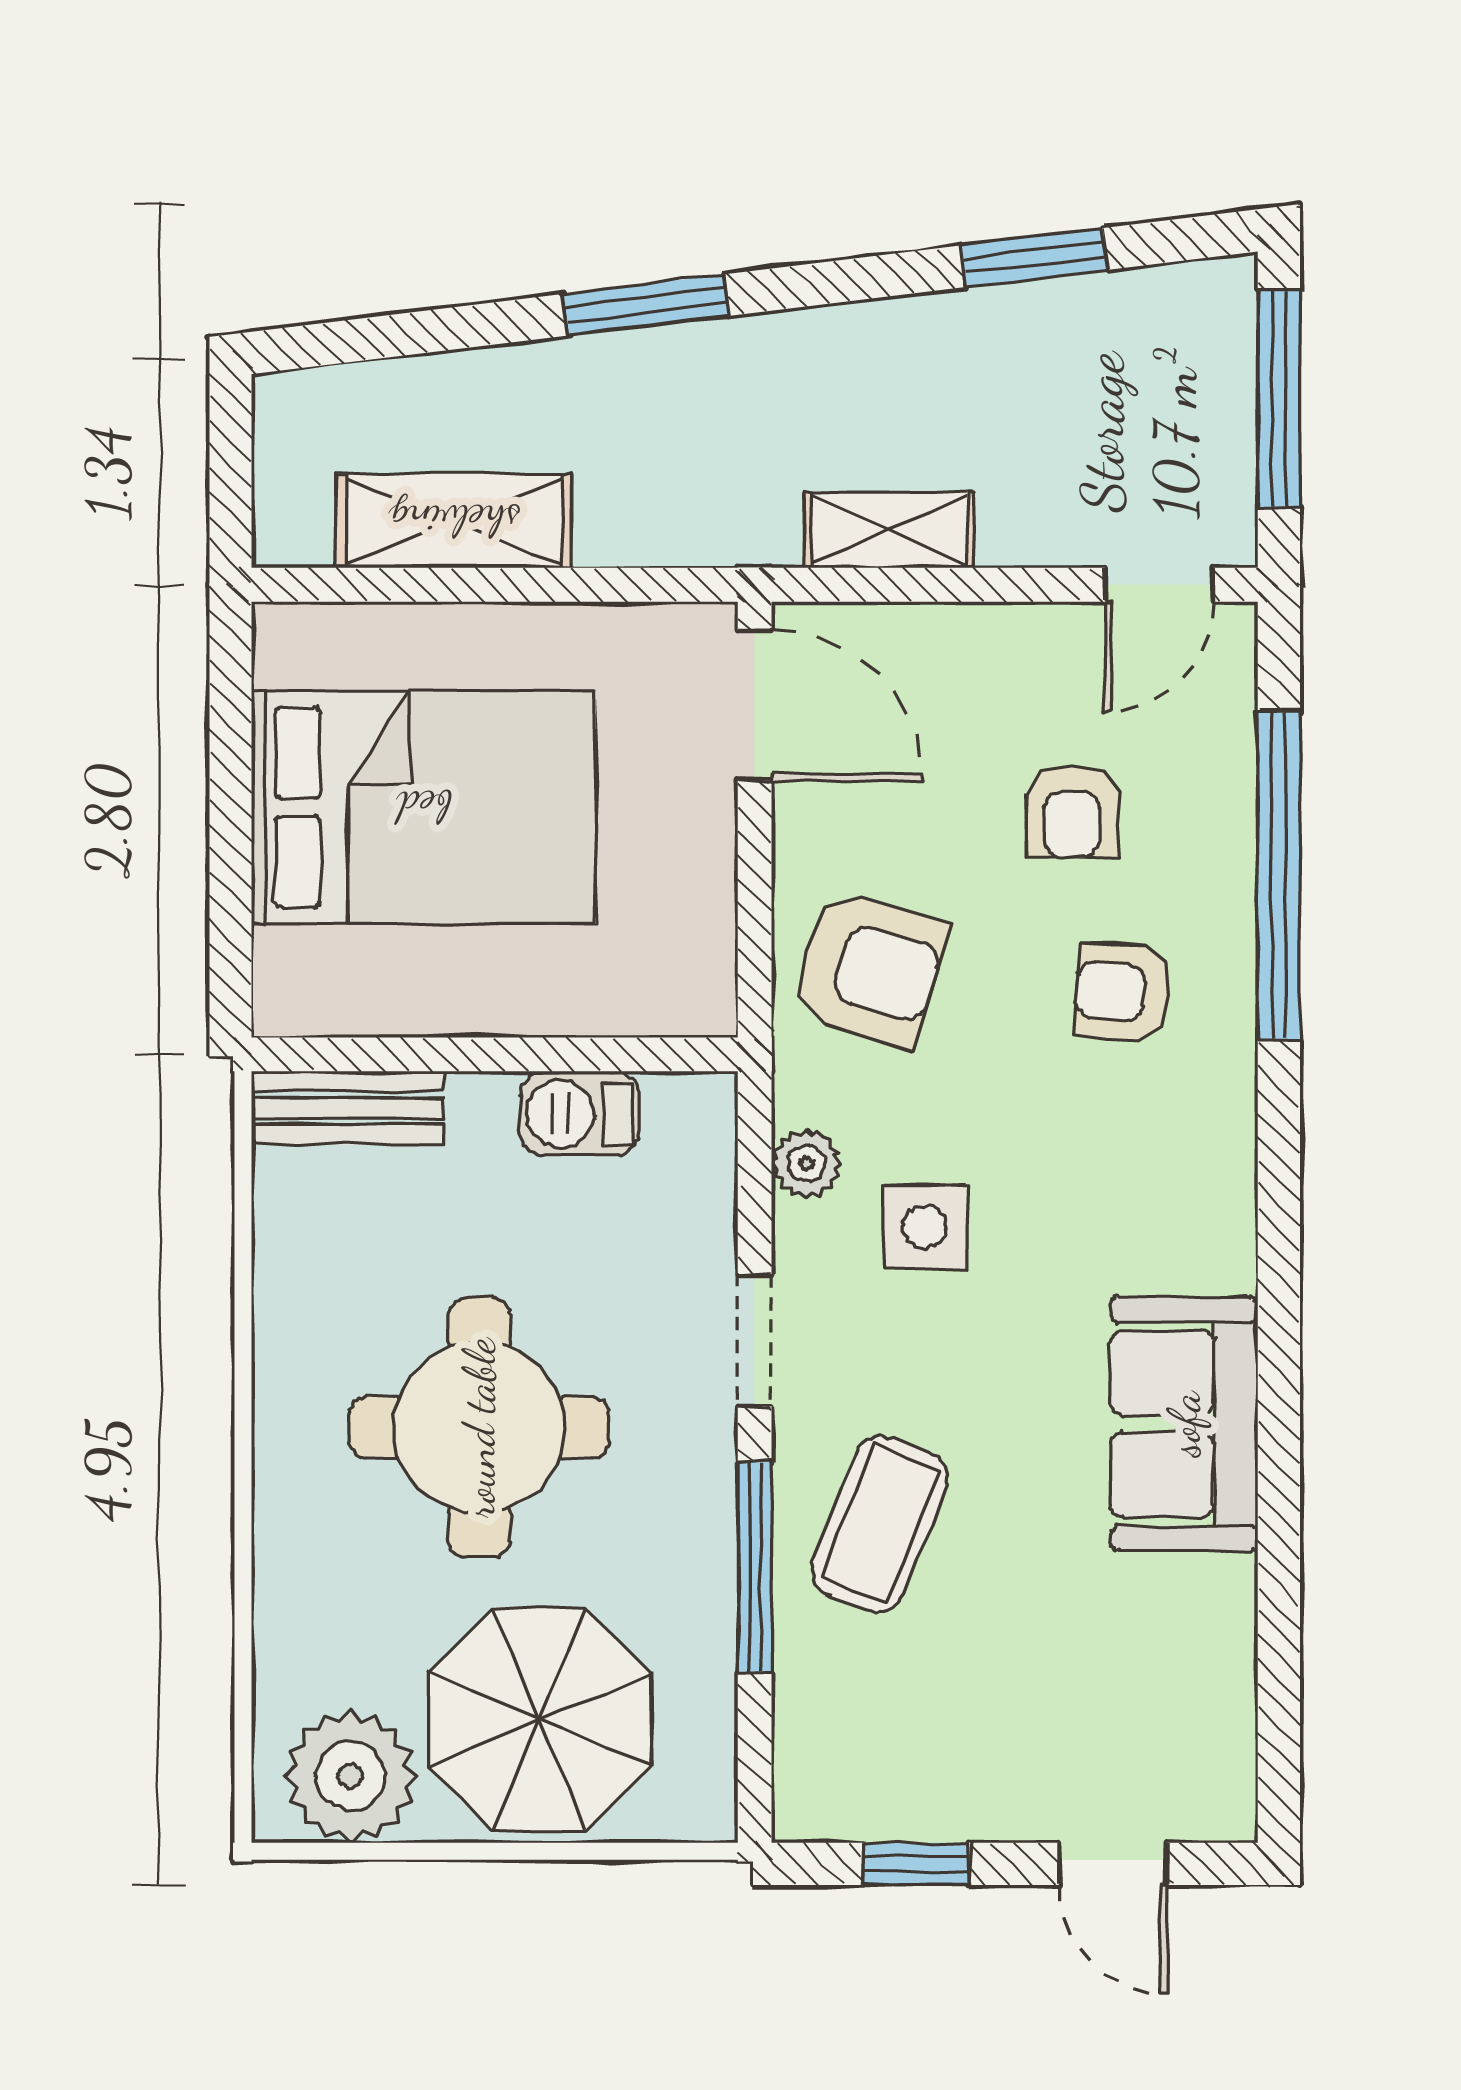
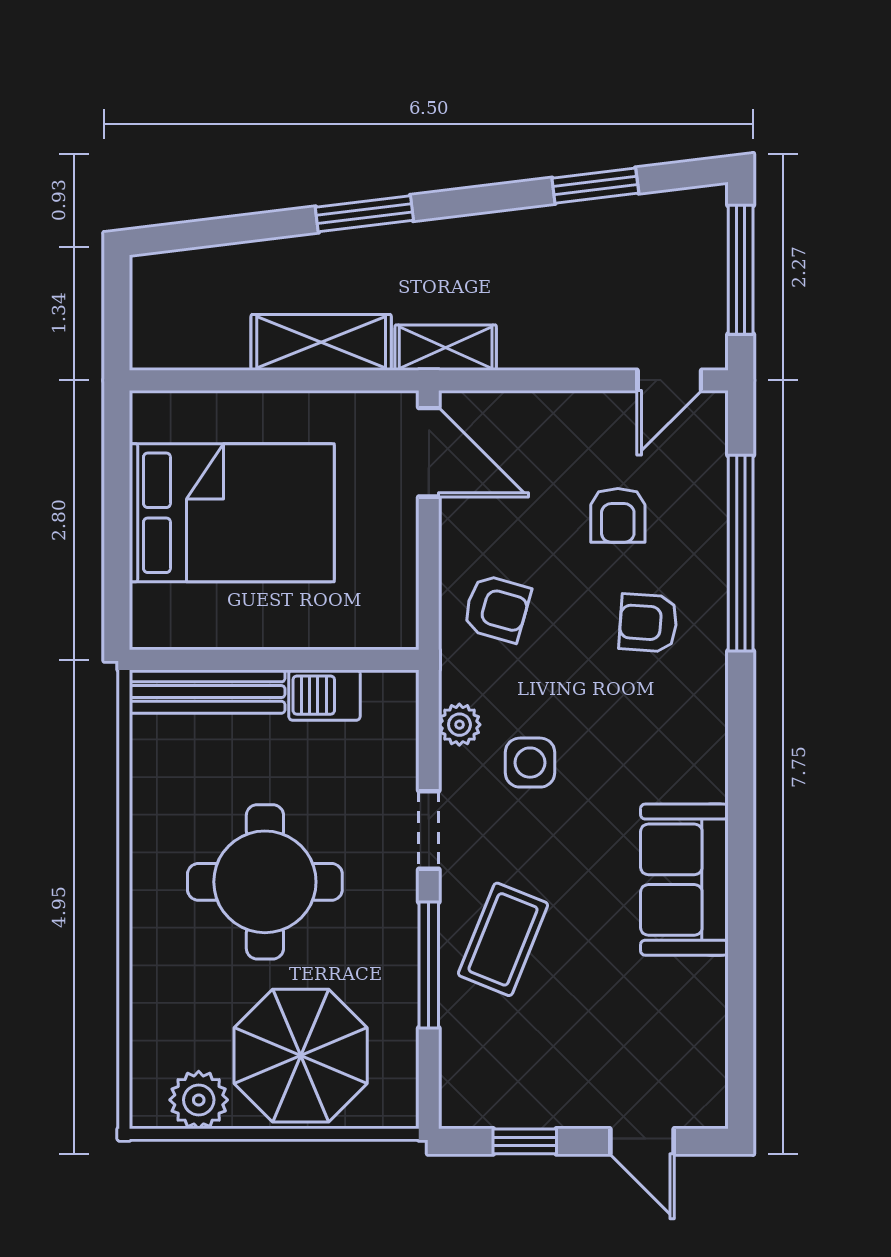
shelving: (454, 521) -> (321, 342), moved
shelving: (889, 530) -> (446, 348), moved
armchair: (869, 968) -> (497, 608), width x0.72, depth x0.72
bench: (347, 1108) -> (207, 692), width x1.36
plant: (350, 1776) -> (199, 1100), width x0.73, depth x0.73

